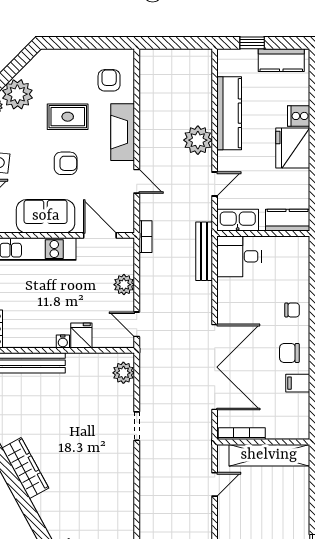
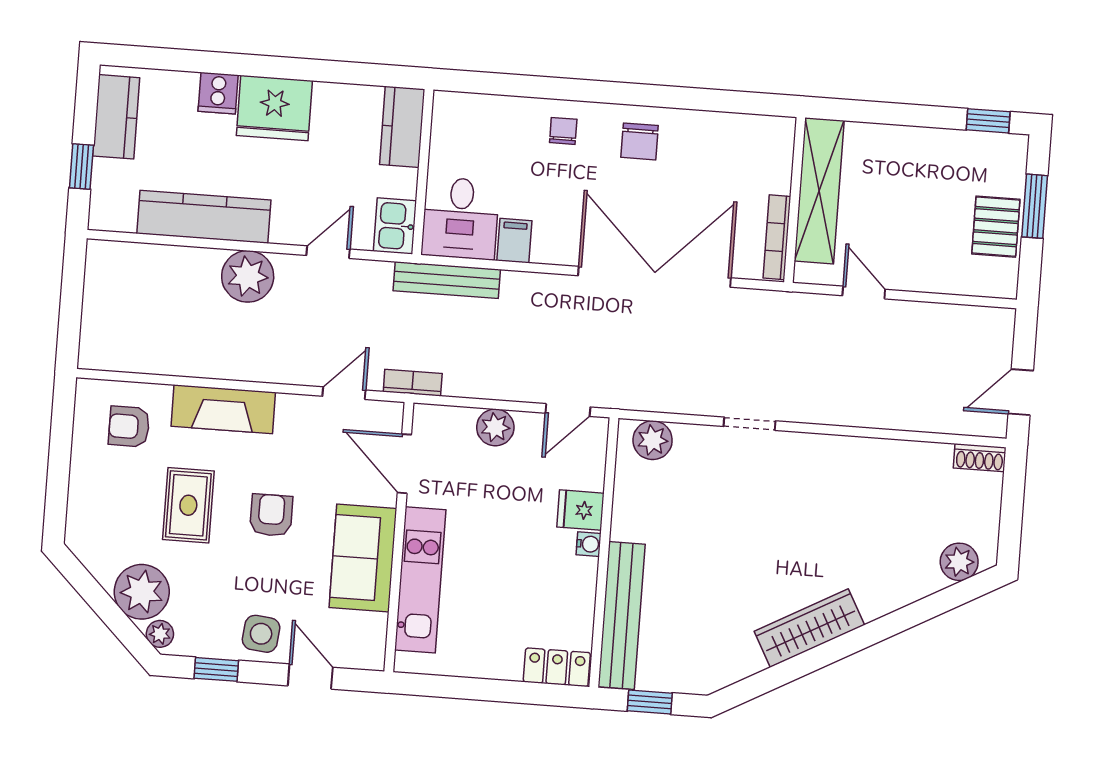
door: (137, 181) -> (344, 393), moved
door: (215, 184) -> (328, 252), hinge flipped
kitchen sink: (238, 220) -> (395, 226), width x0.73
door: (100, 235) -> (404, 464), hinge flipped
filing cabinet: (298, 383) -> (514, 241), moved, turned 180

